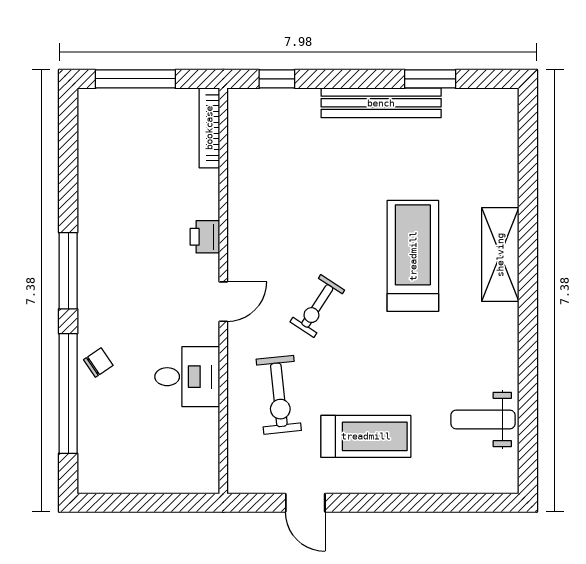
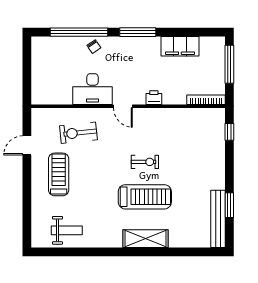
bench: (381, 103) -> (218, 219), moved
filing cabinet: (98, 182) -> (180, 46), added
exercise bike: (317, 306) -> (145, 162), moved, turned 147
desk: (187, 377) -> (92, 89), width x1.37
weight bench: (483, 419) -> (67, 230), turned 90
treadmill: (366, 436) -> (59, 174), turned 180

